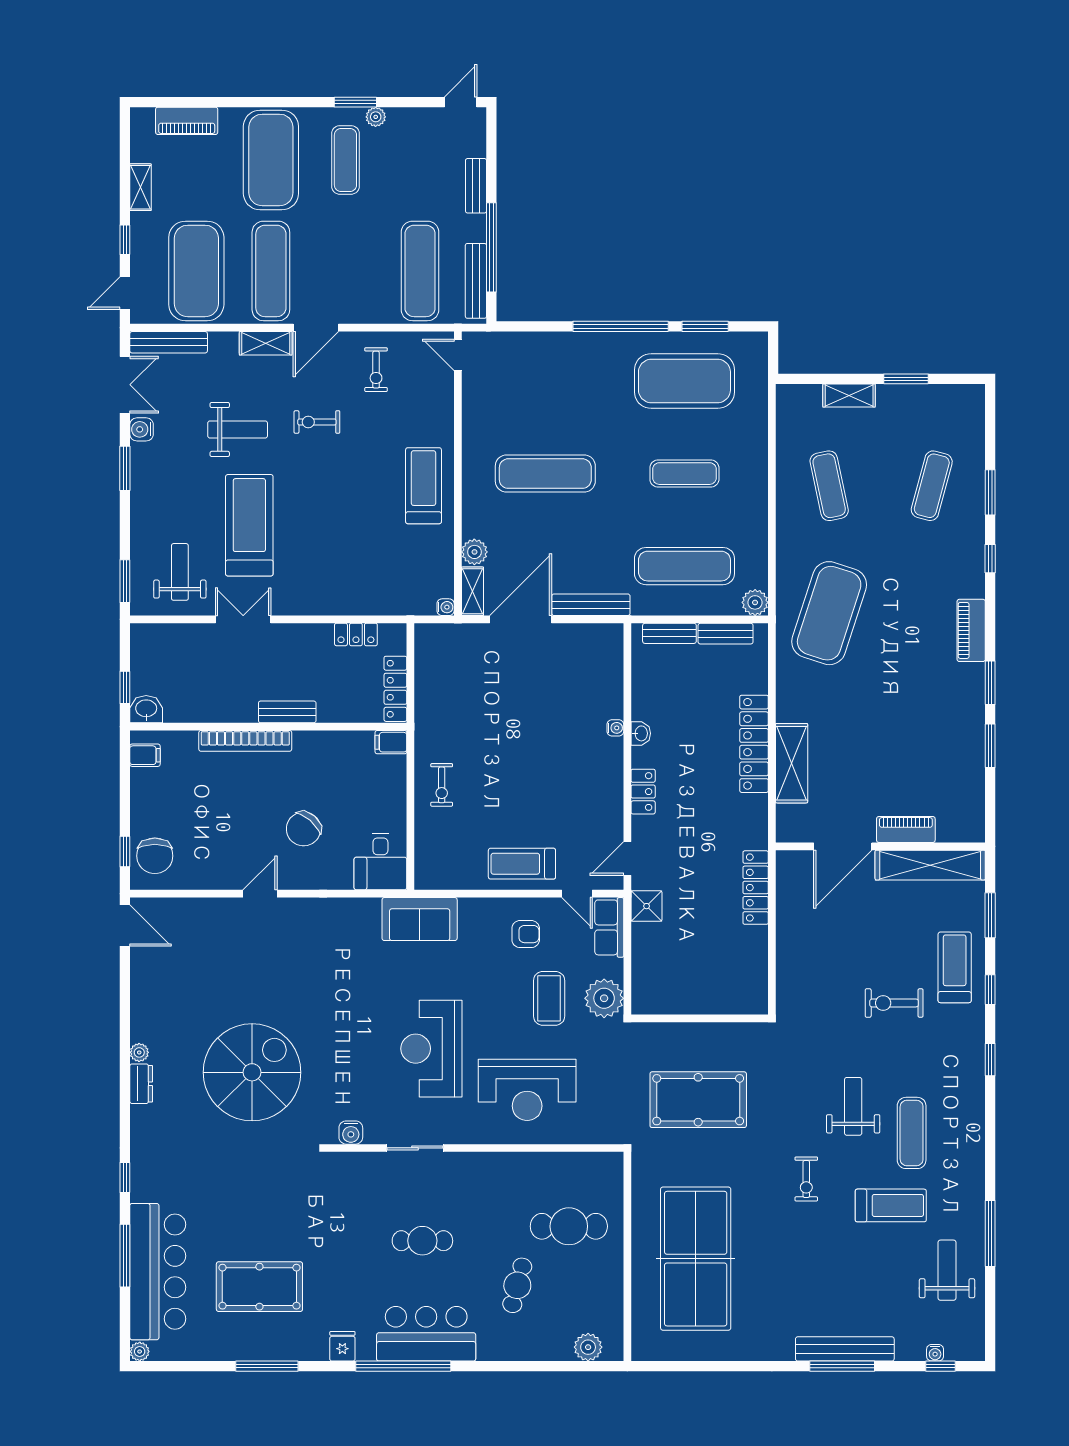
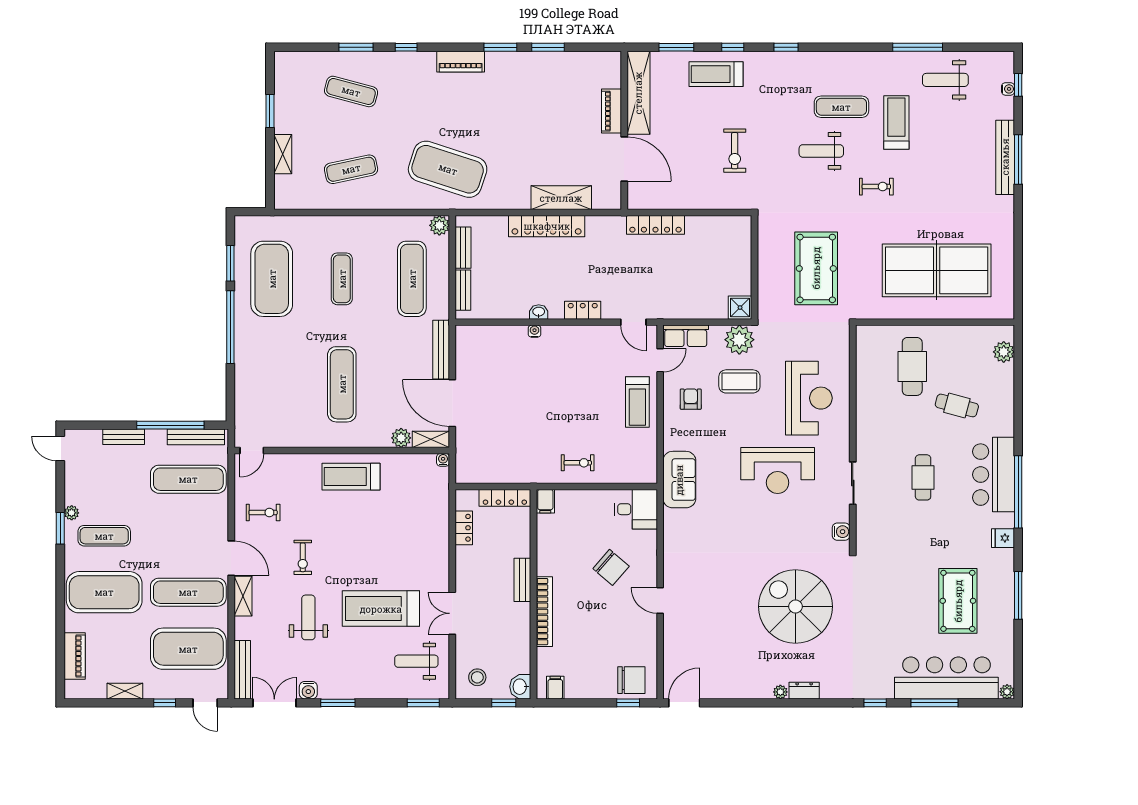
stool: (159, 652) -> (477, 677), added
shower: (647, 906) -> (740, 308), moved
exercise bike: (894, 1003) -> (735, 151), moved

